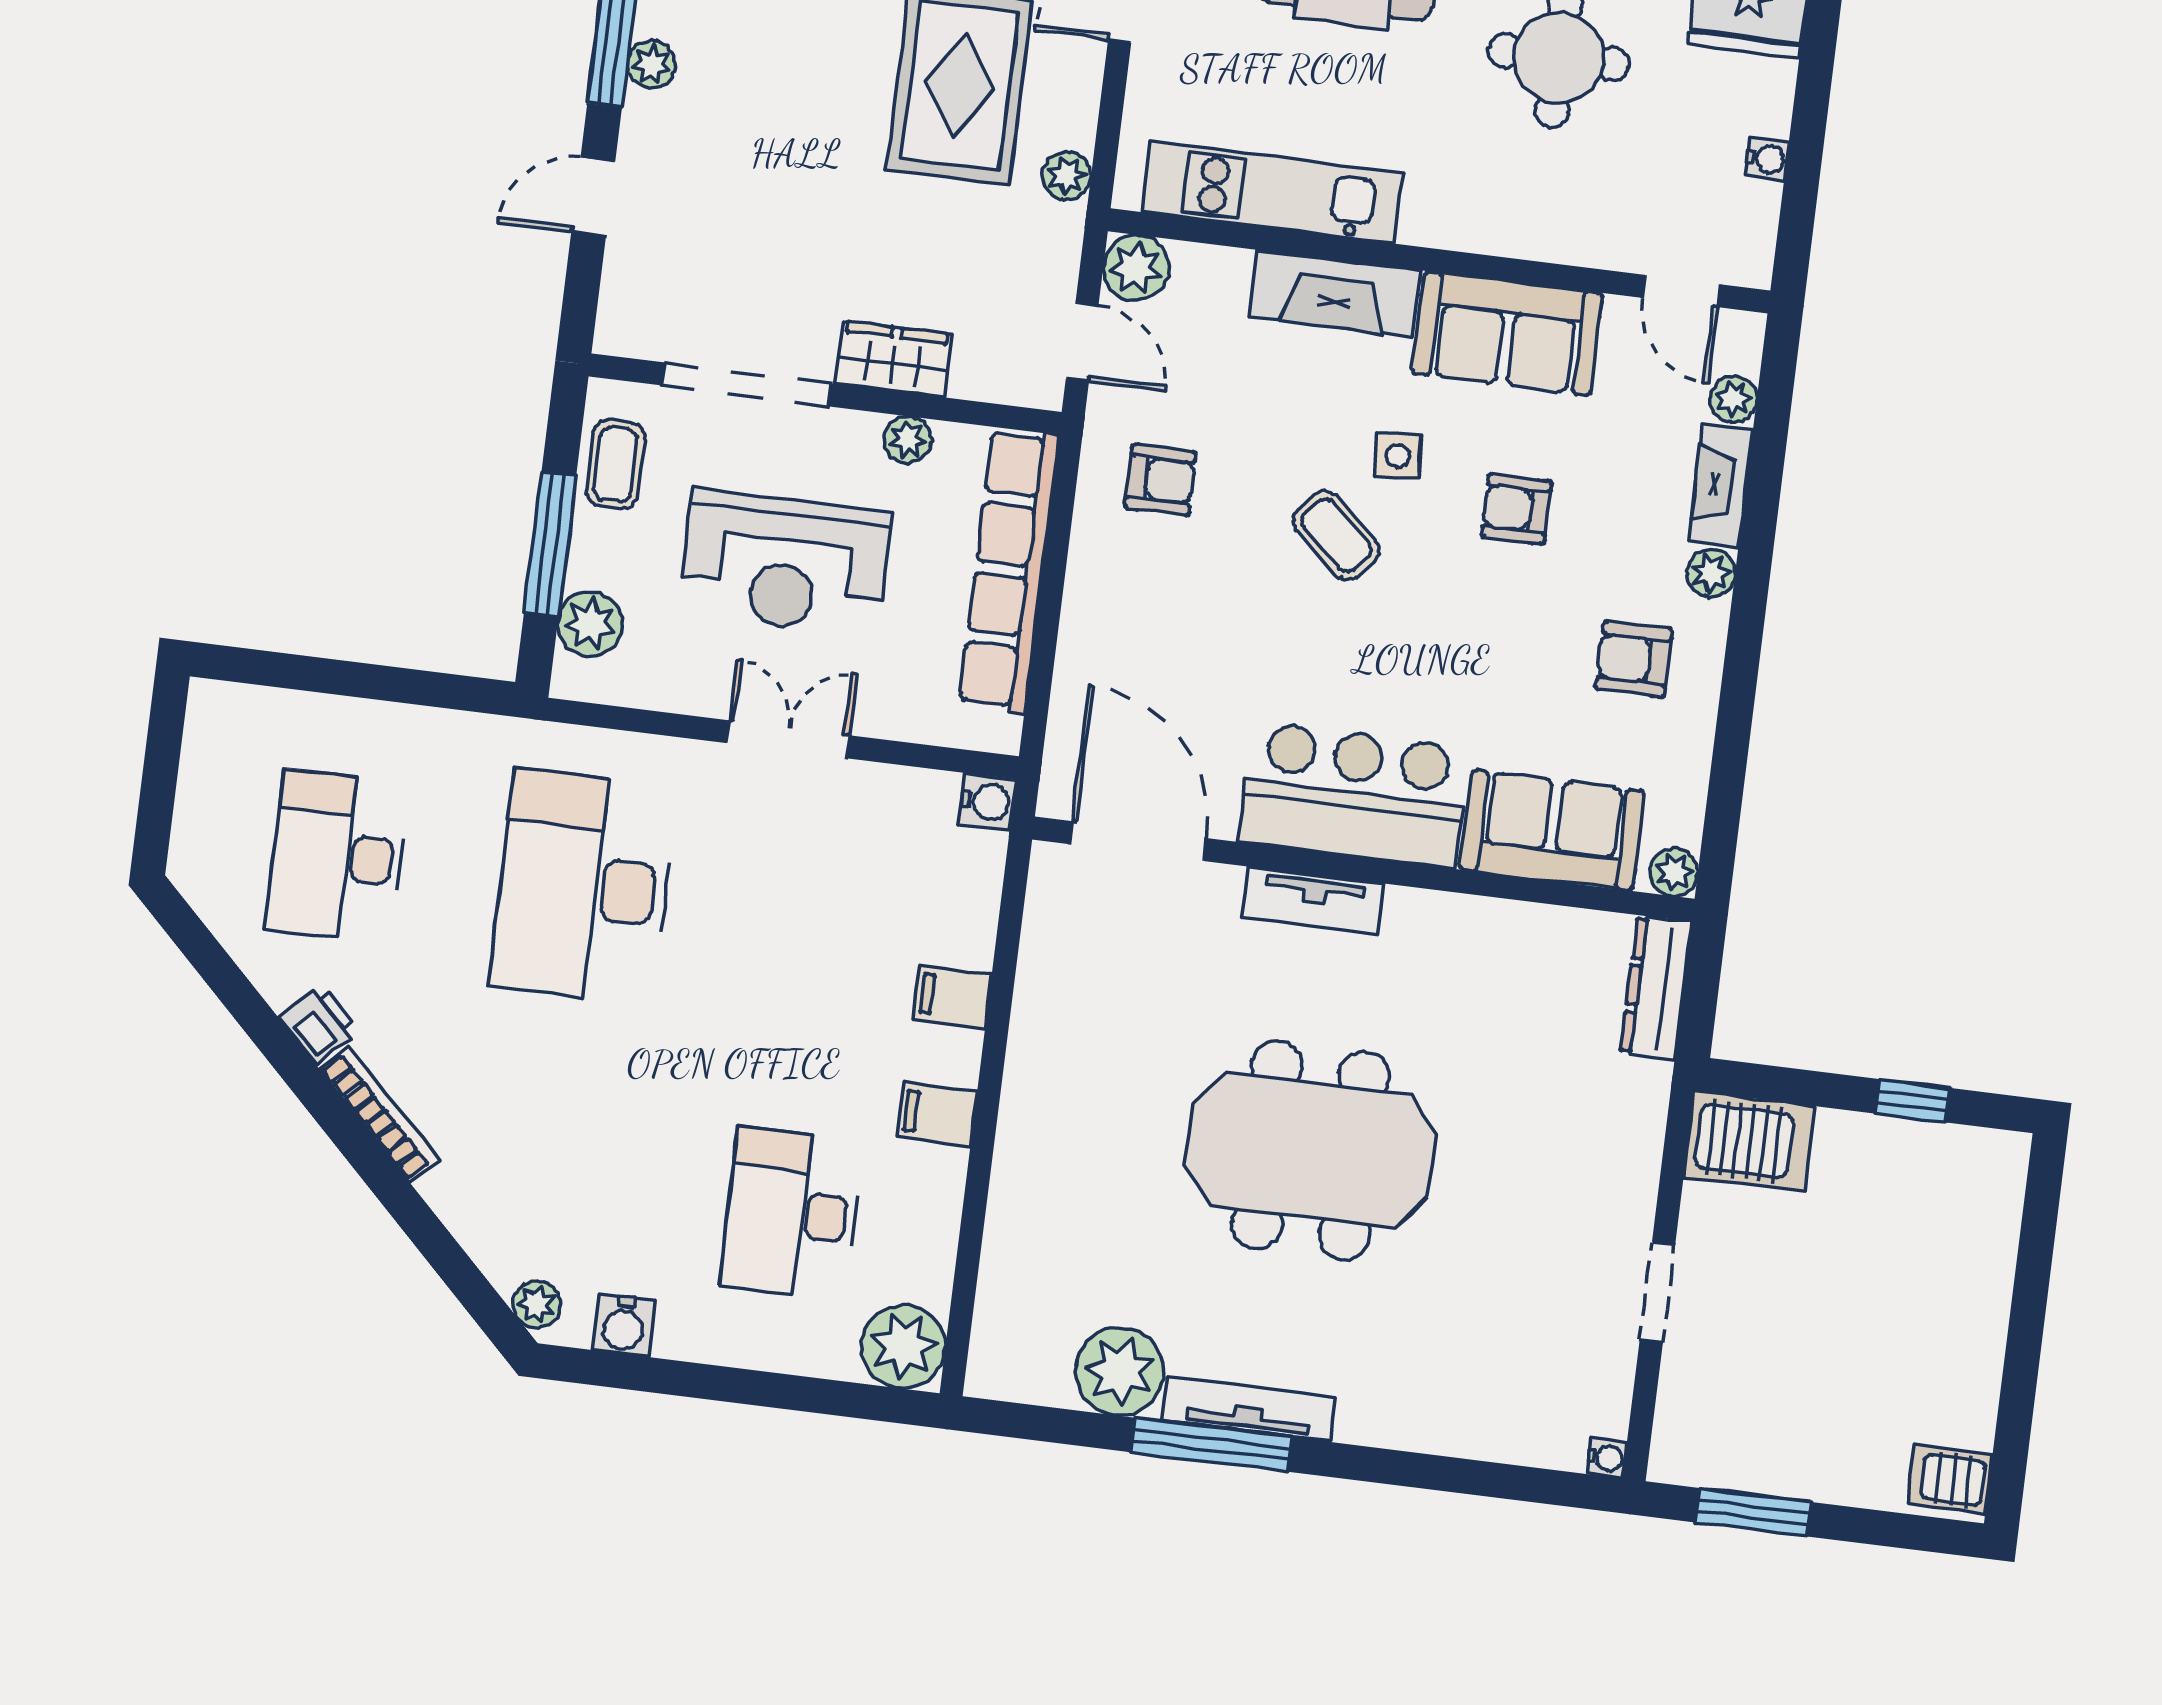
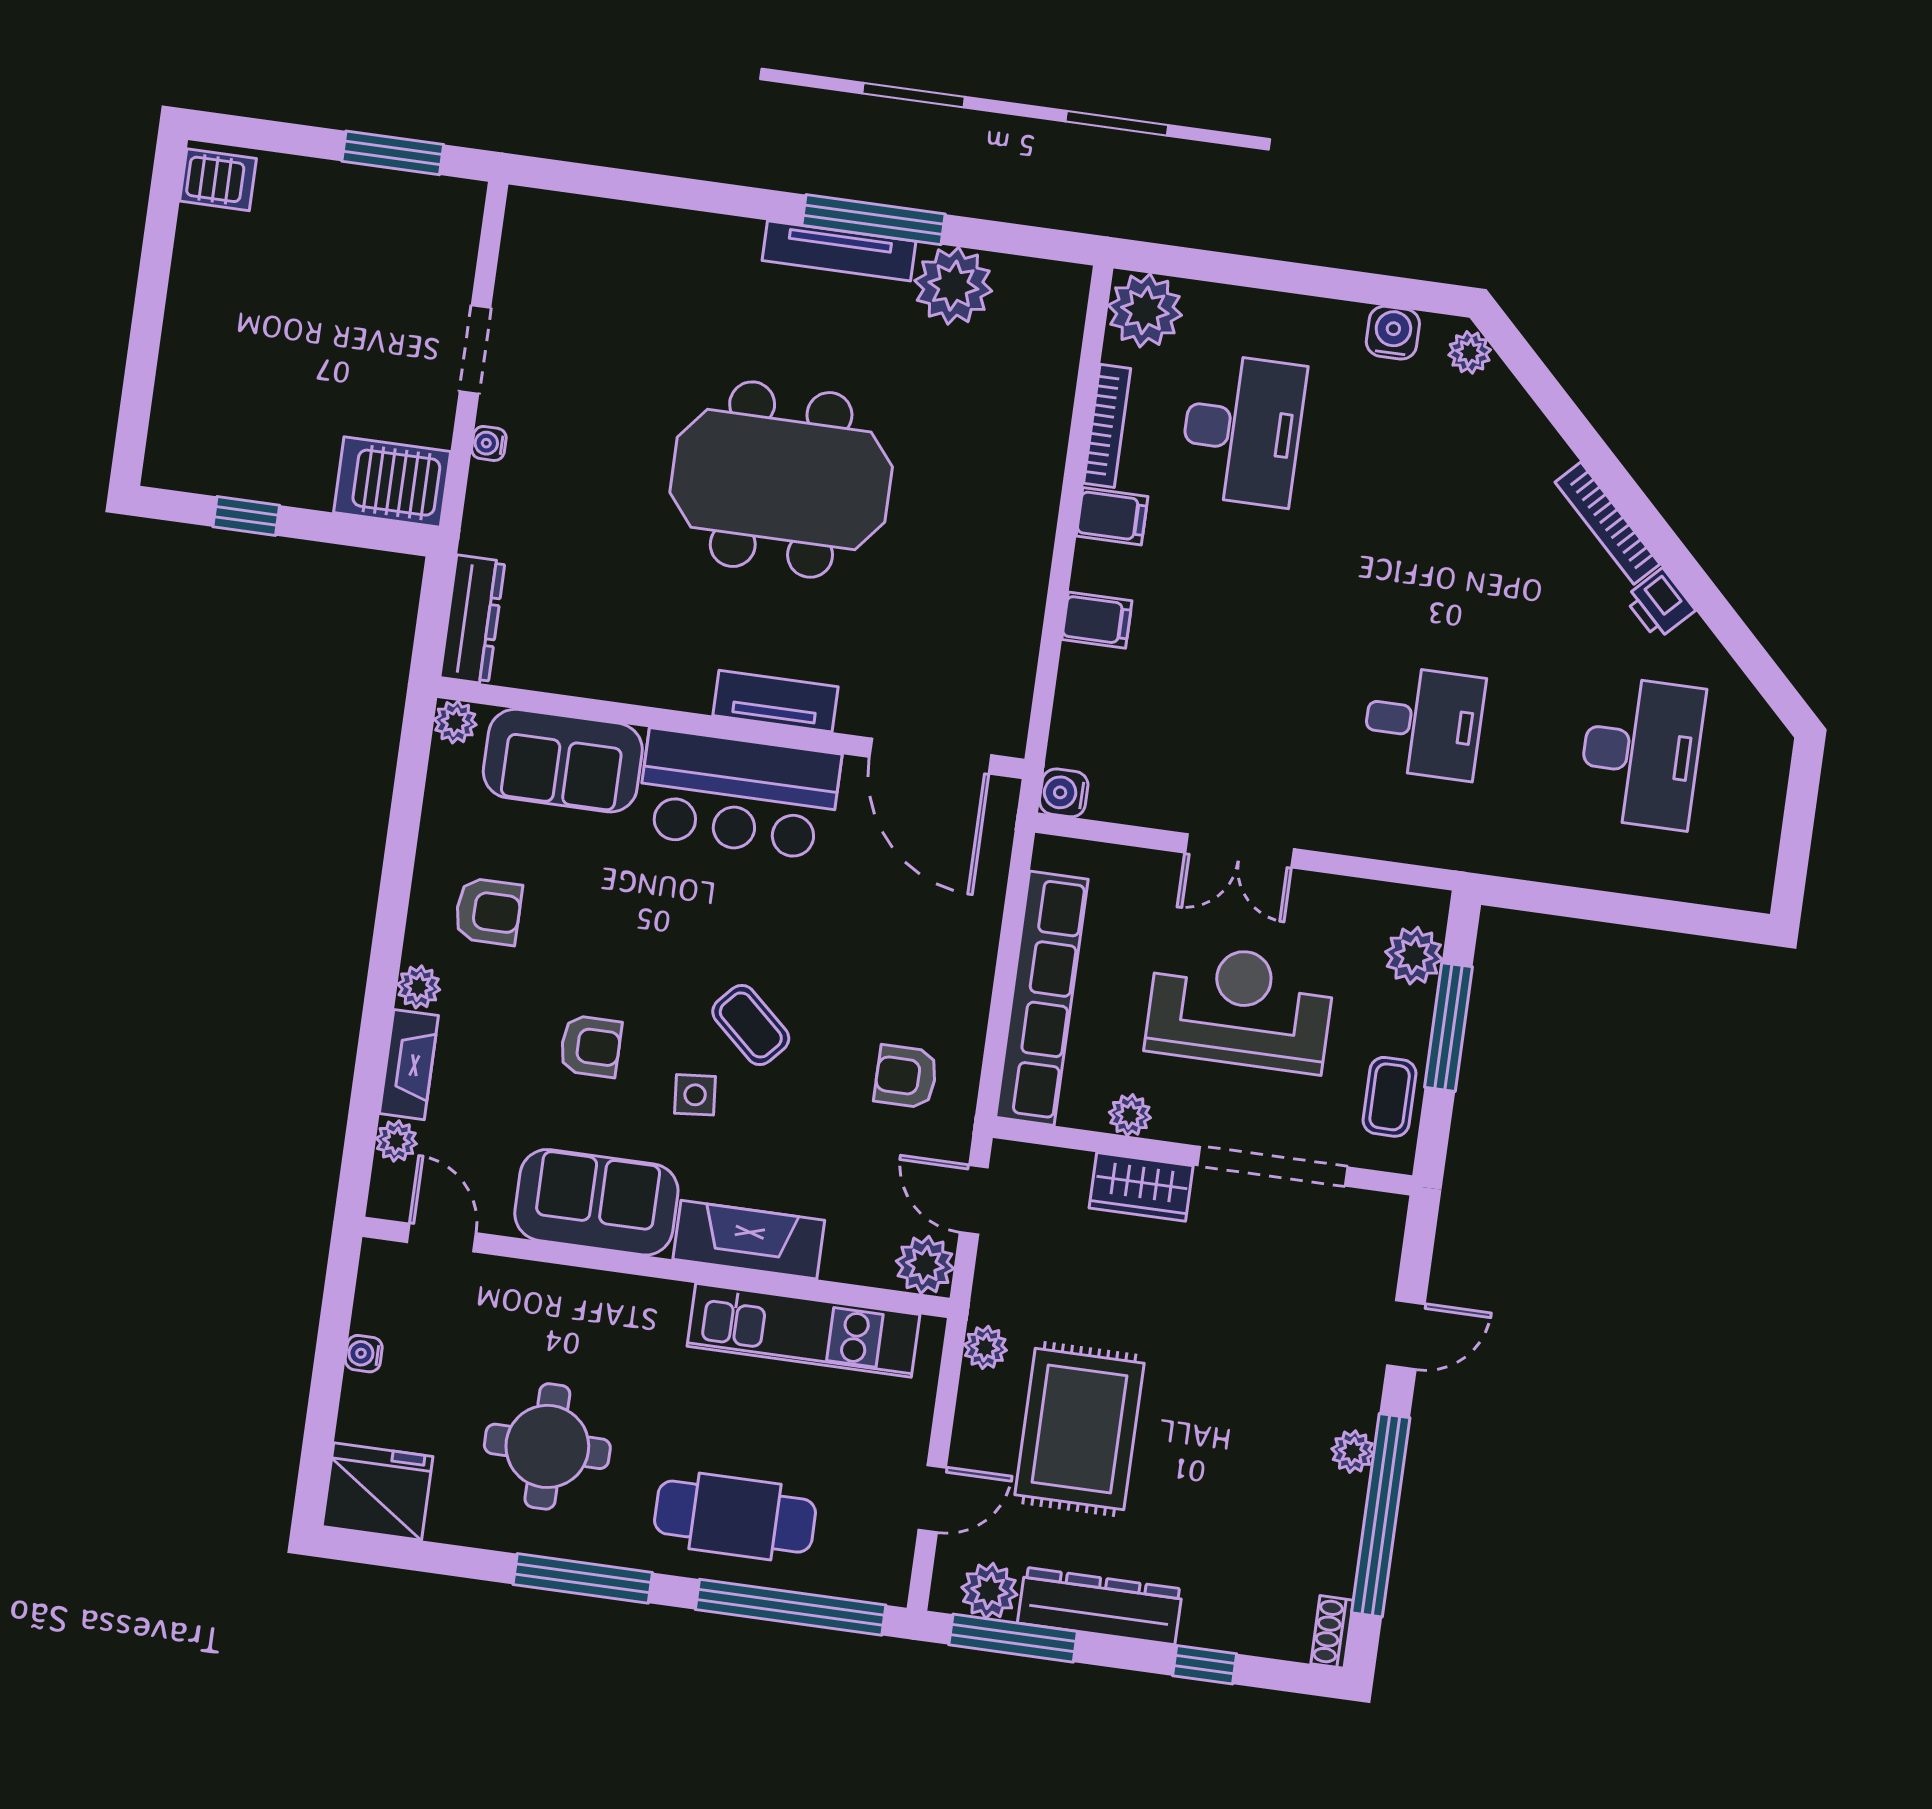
desk: (583, 887) -> (1423, 722), width x0.53, depth x0.77
bookcase: (944, 1216) -> (1107, 426), added
water cooler: (1607, 1458) -> (489, 443), moved

